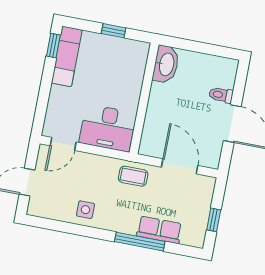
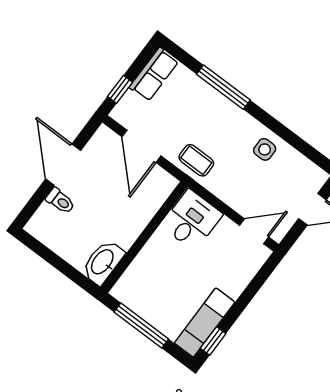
window: (114, 31) -> (141, 325), width x2.17
desk: (108, 128) -> (192, 220), width x0.73
window: (214, 220) -> (120, 89), moved
row of seats: (159, 230) -> (154, 74), moved, turned -90

